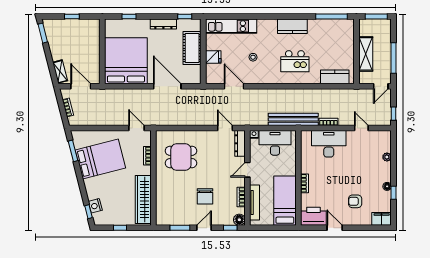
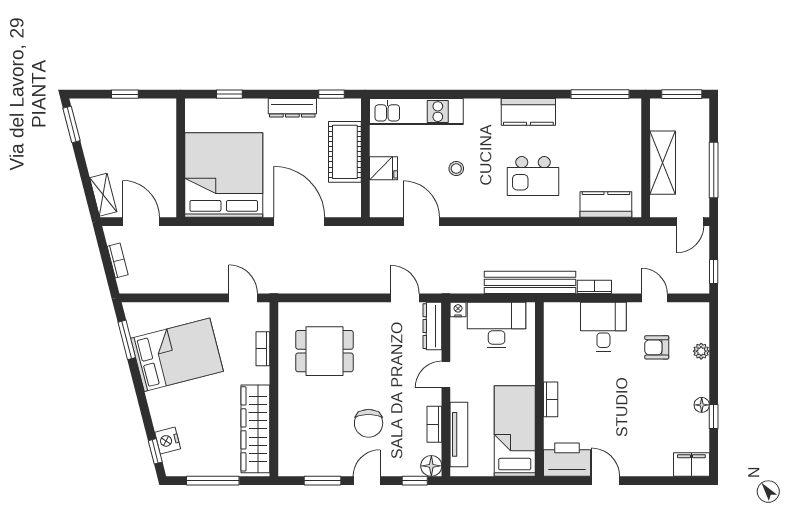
desk: (329, 144) -> (603, 327), width x0.73
armchair: (355, 201) -> (657, 347), moved
window: (120, 228) -> (213, 481), width x2.17

